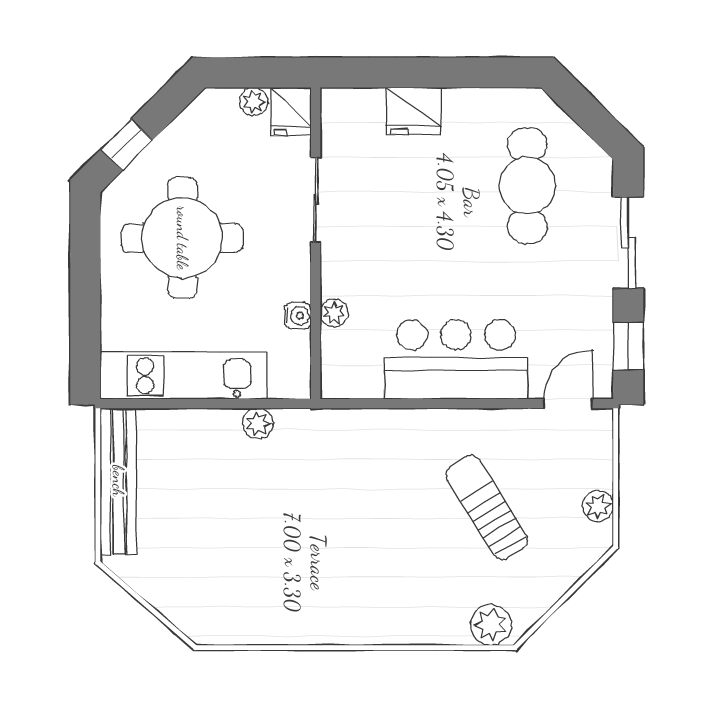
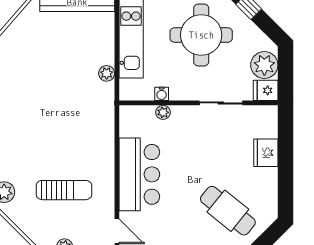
plant: (254, 102) -> (264, 65), width x1.87, depth x1.87
cafe table: (527, 186) -> (228, 211), turned 39
sun lounger: (487, 507) -> (64, 190), turned 32

